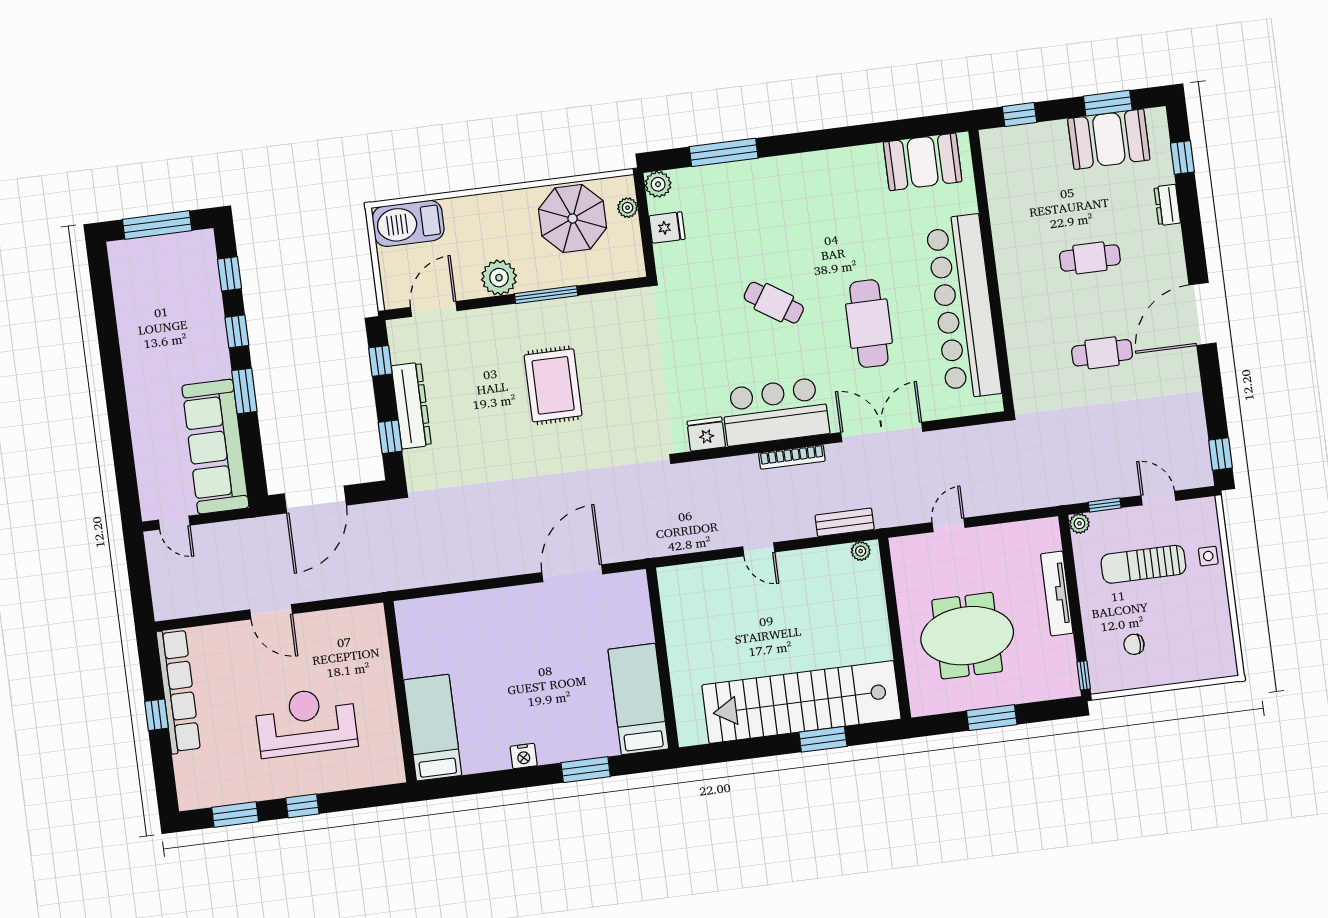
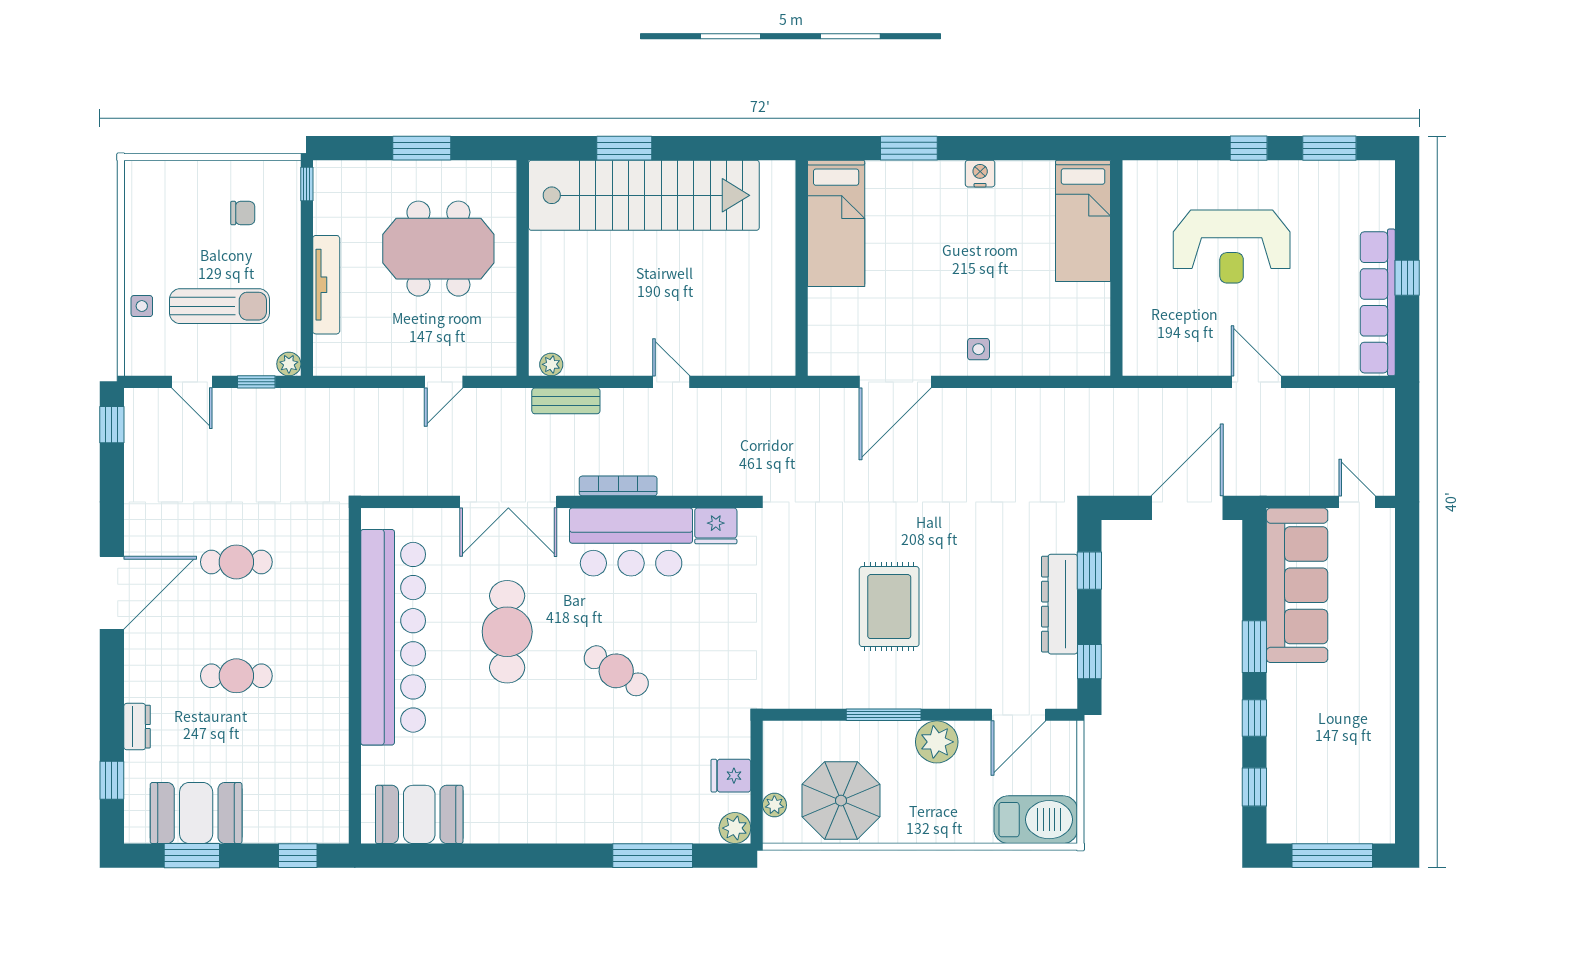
side table: (506, 609) -> (978, 349), added

